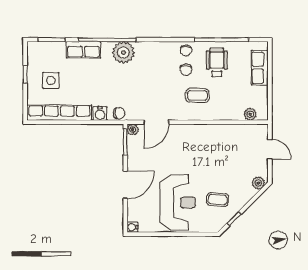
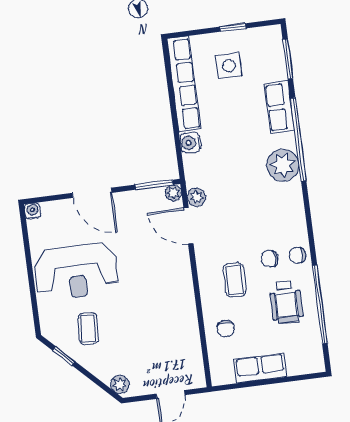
wheelchair: (217, 62) -> (286, 302), turned 90
row of seats: (260, 68) -> (260, 368), moved
chair: (119, 113) -> (226, 328), moved
plant: (250, 114) -> (196, 197), moved

